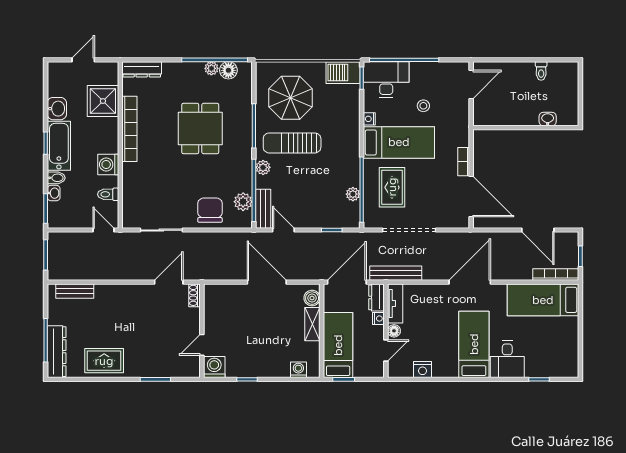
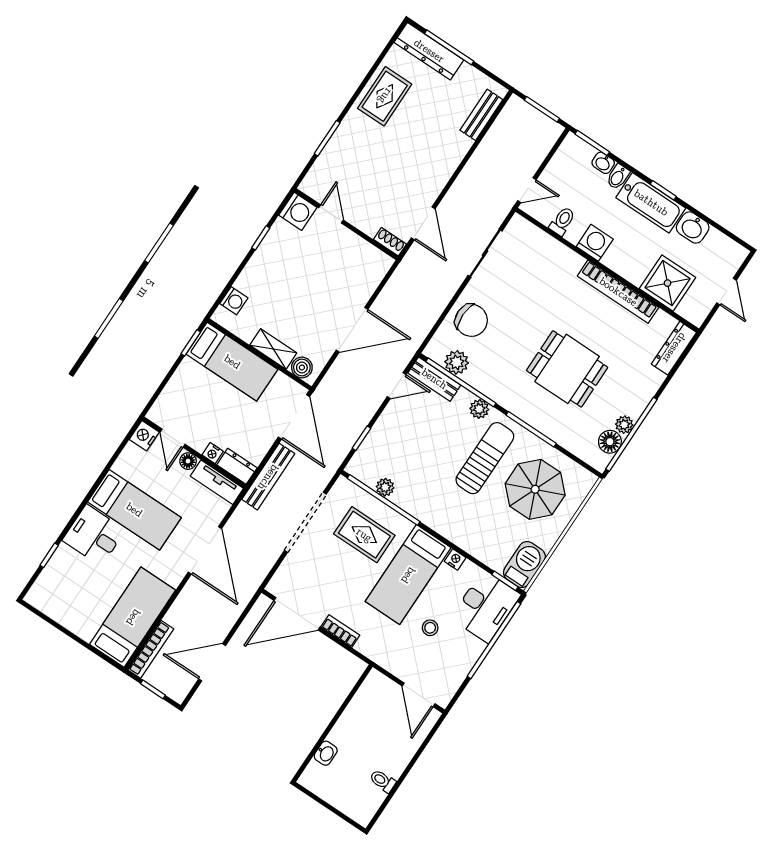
dresser: (377, 297) -> (237, 466), moved
tv unit: (395, 303) -> (217, 482), moved
nightstand: (378, 319) -> (213, 453), moved
wall: (386, 331) -> (194, 452), moved
floor lamp: (394, 331) -> (188, 461), moved
door: (386, 350) -> (173, 438), moved

